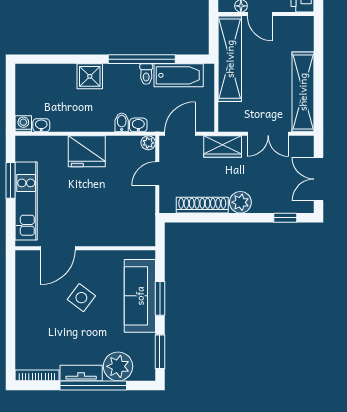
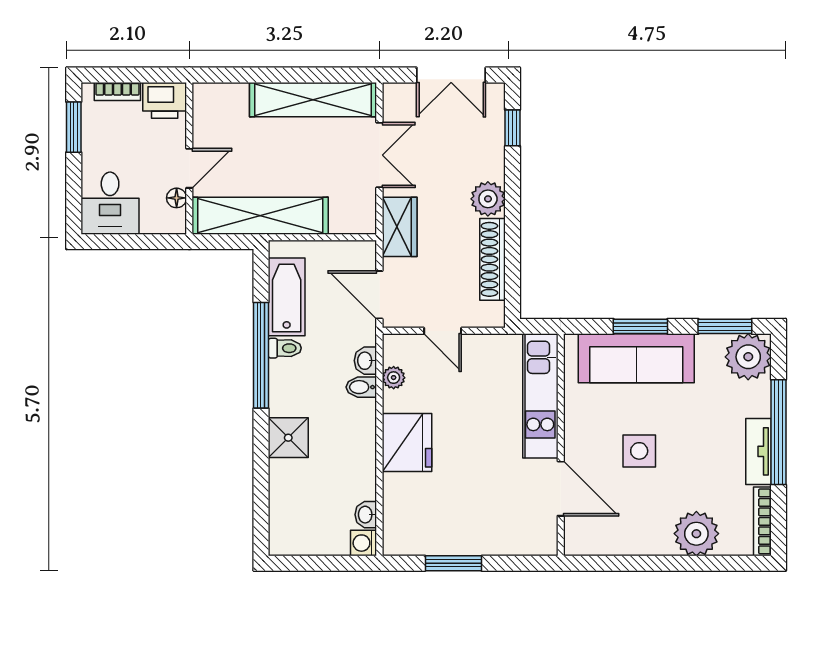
plant: (148, 143) -> (394, 378), moved
kitchen unit: (26, 201) -> (540, 396), moved, turned -90
side table: (81, 298) -> (639, 451), turned -37
plant: (29, 334) -> (696, 534), added
plant: (118, 366) -> (748, 357), moved

